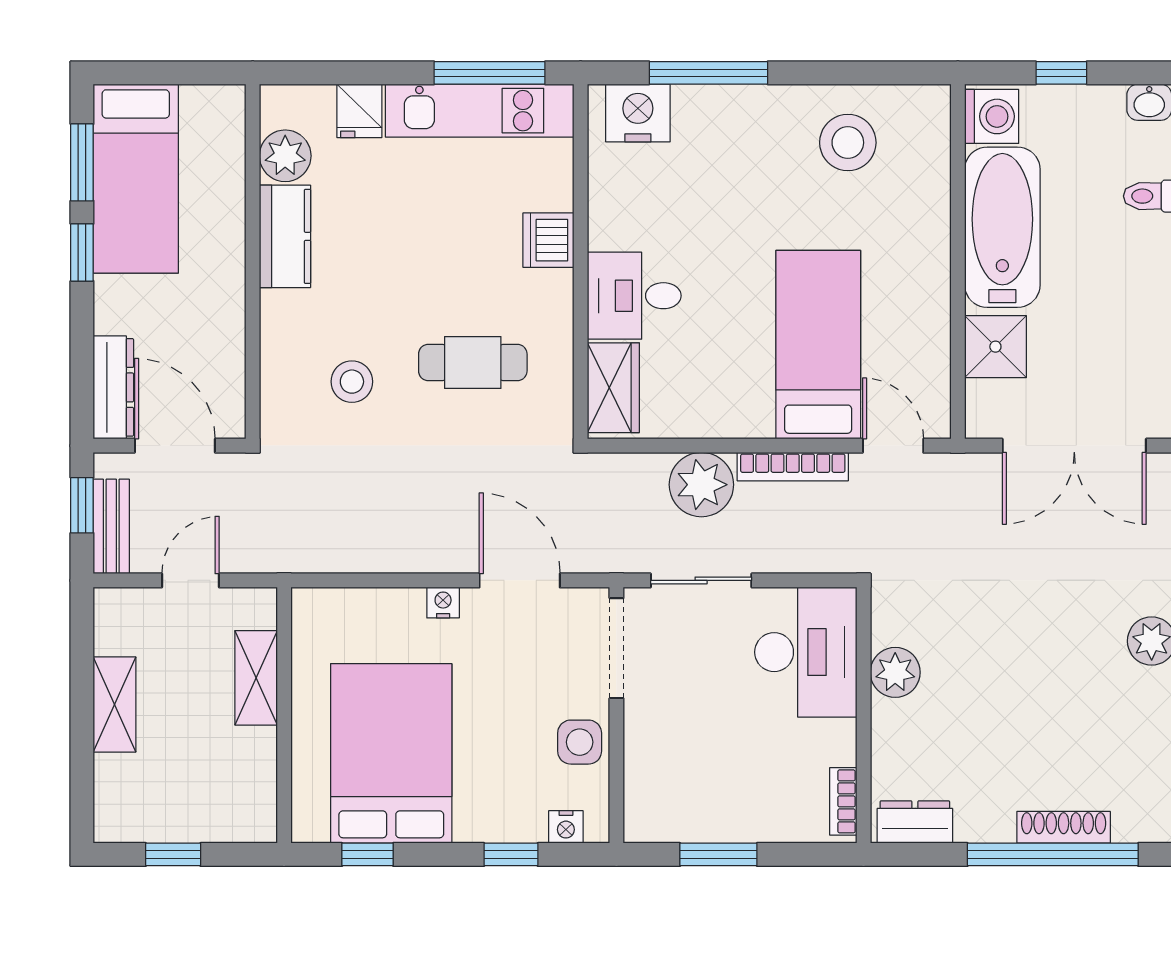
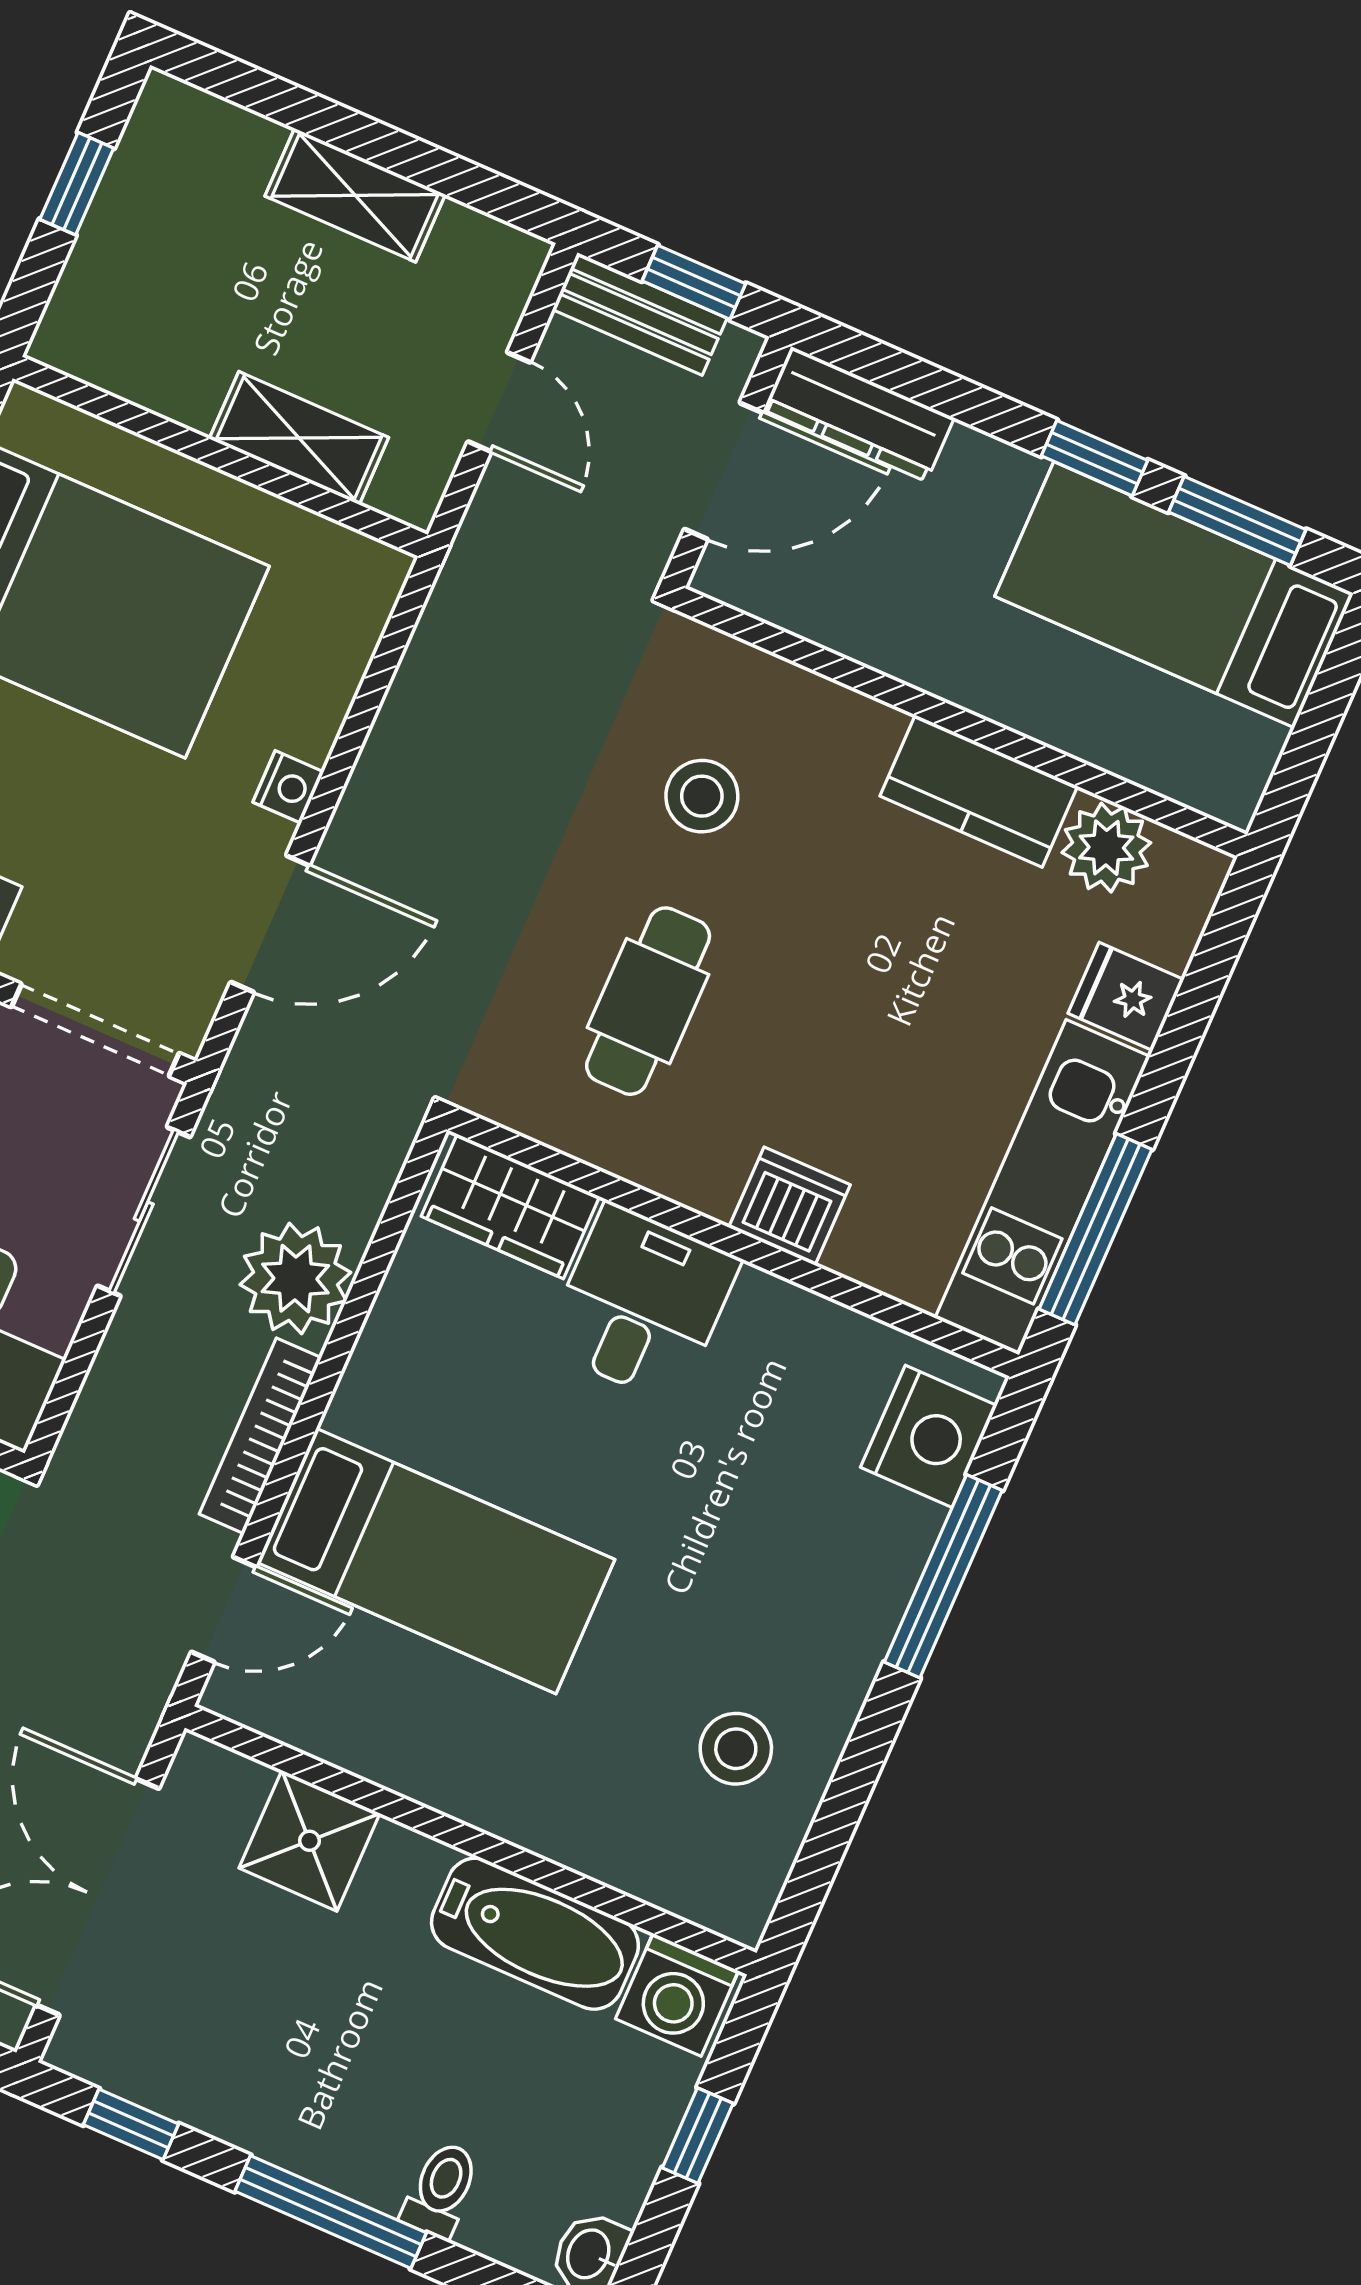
stool: (848, 143) -> (736, 1749), width x0.73, depth x0.73
bathtub: (1002, 227) -> (535, 1934), width x0.73, depth x0.73

